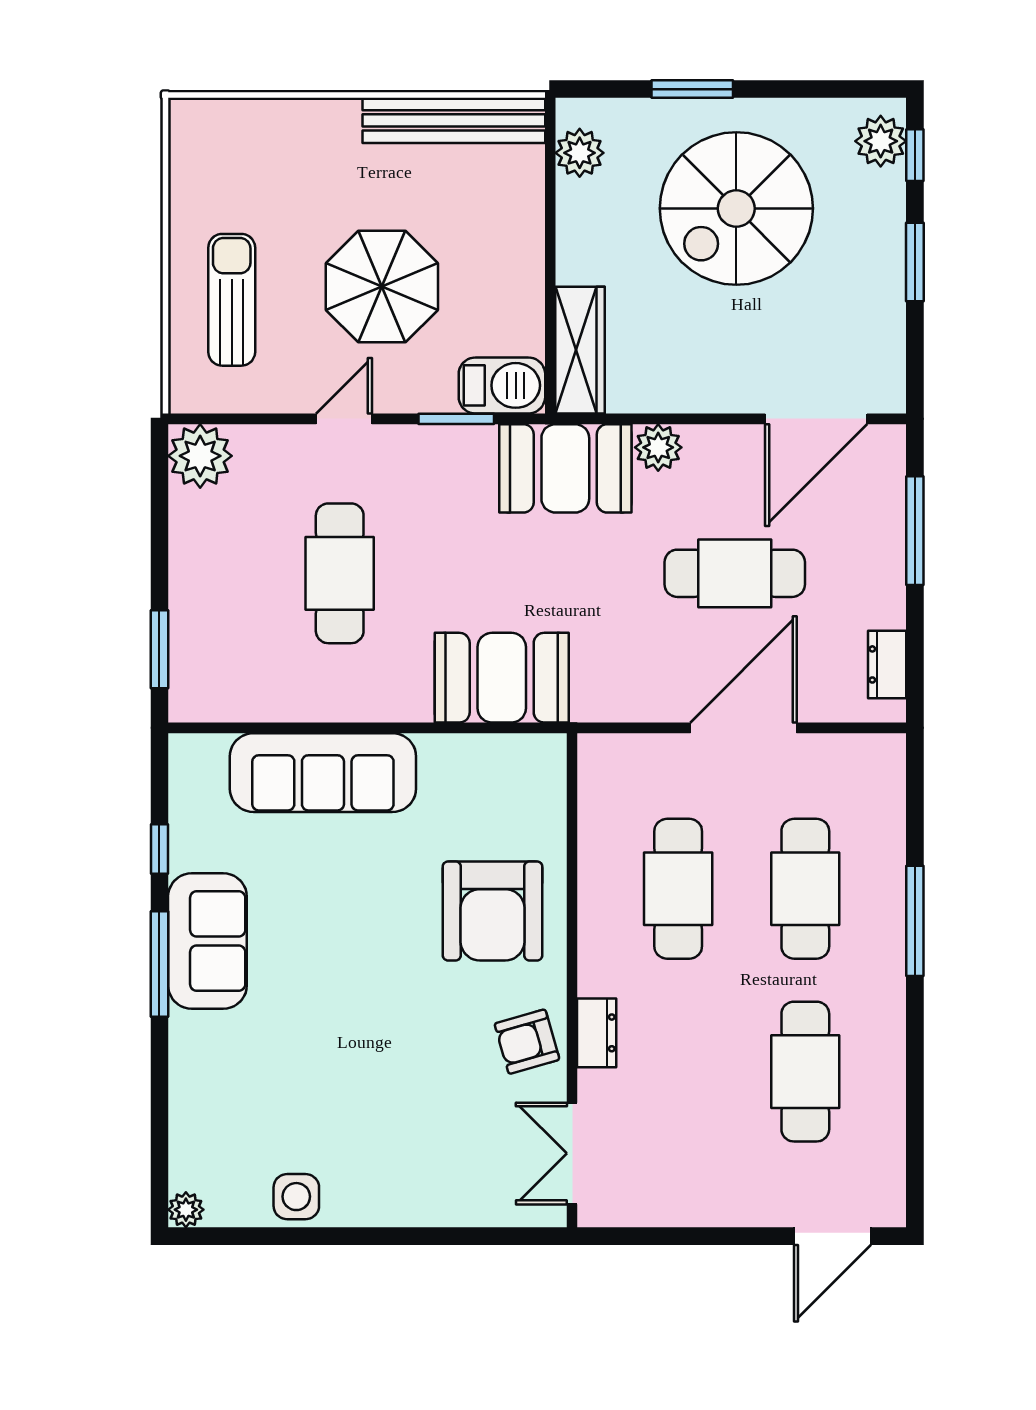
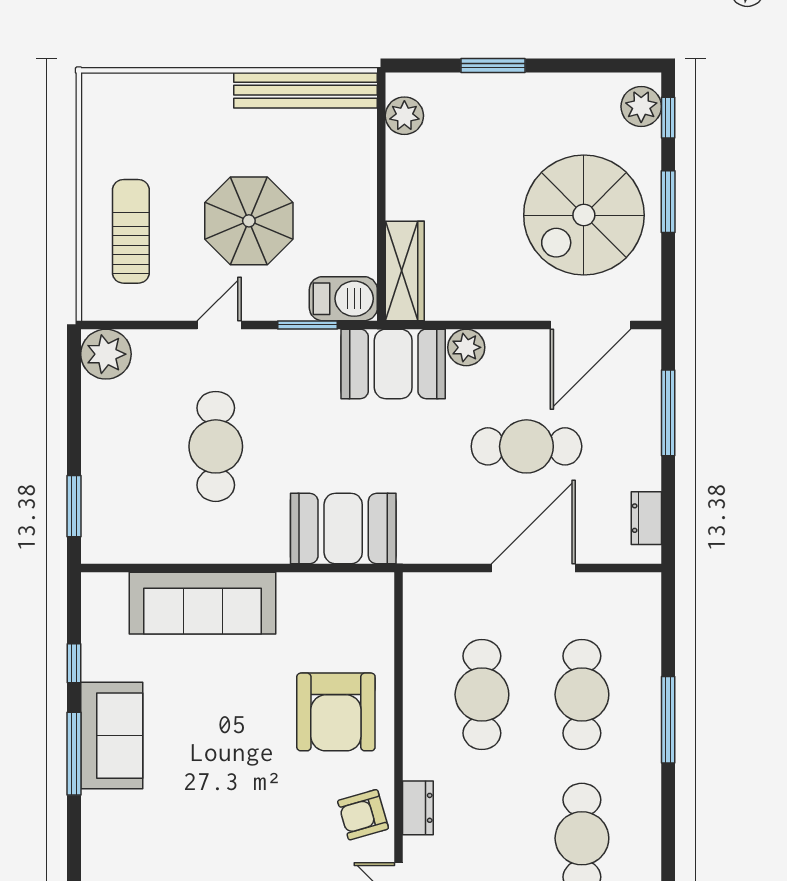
spiral stairs: (736, 208) -> (584, 215), moved

